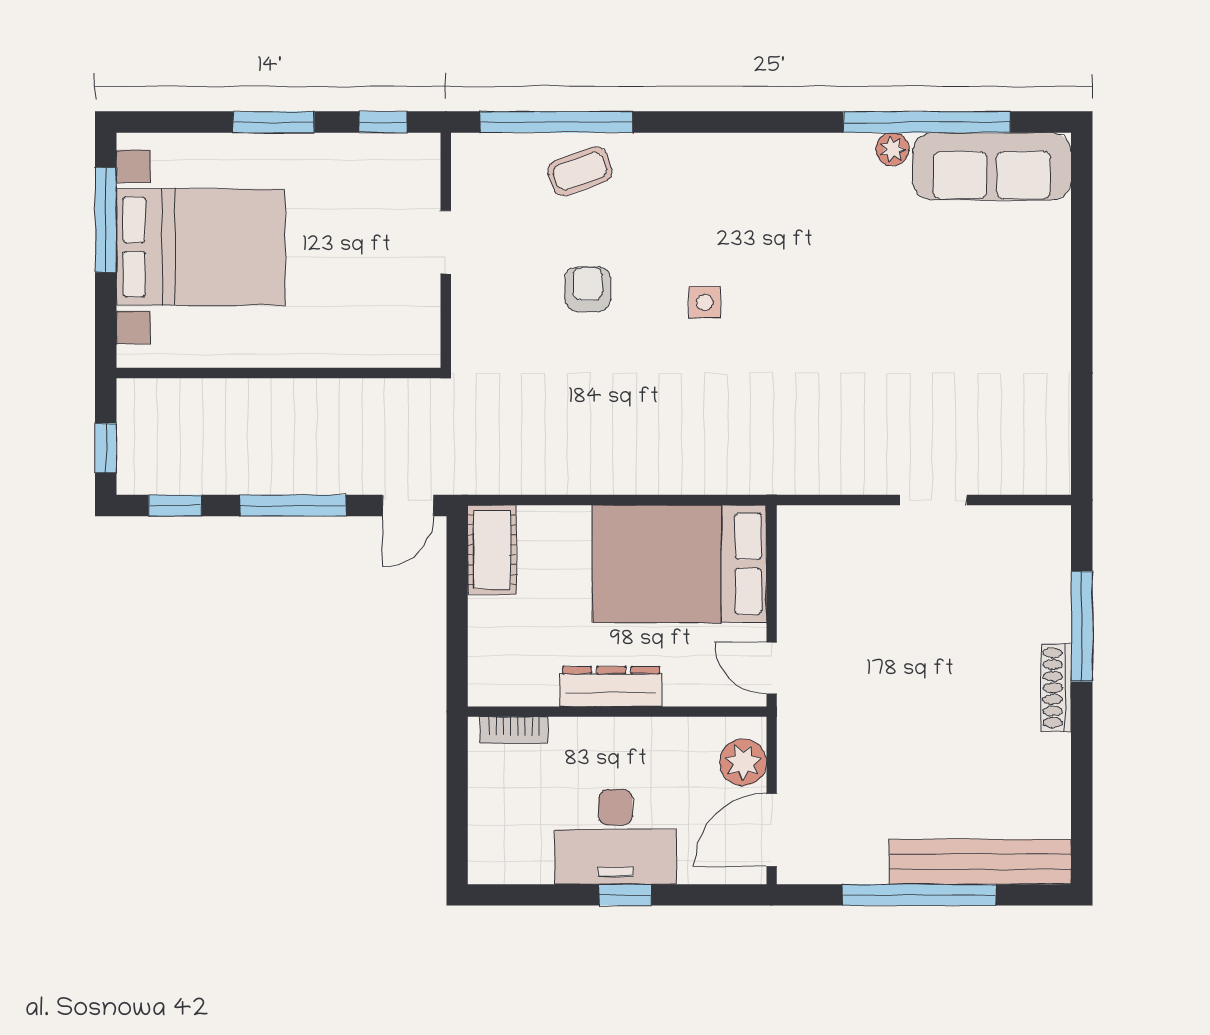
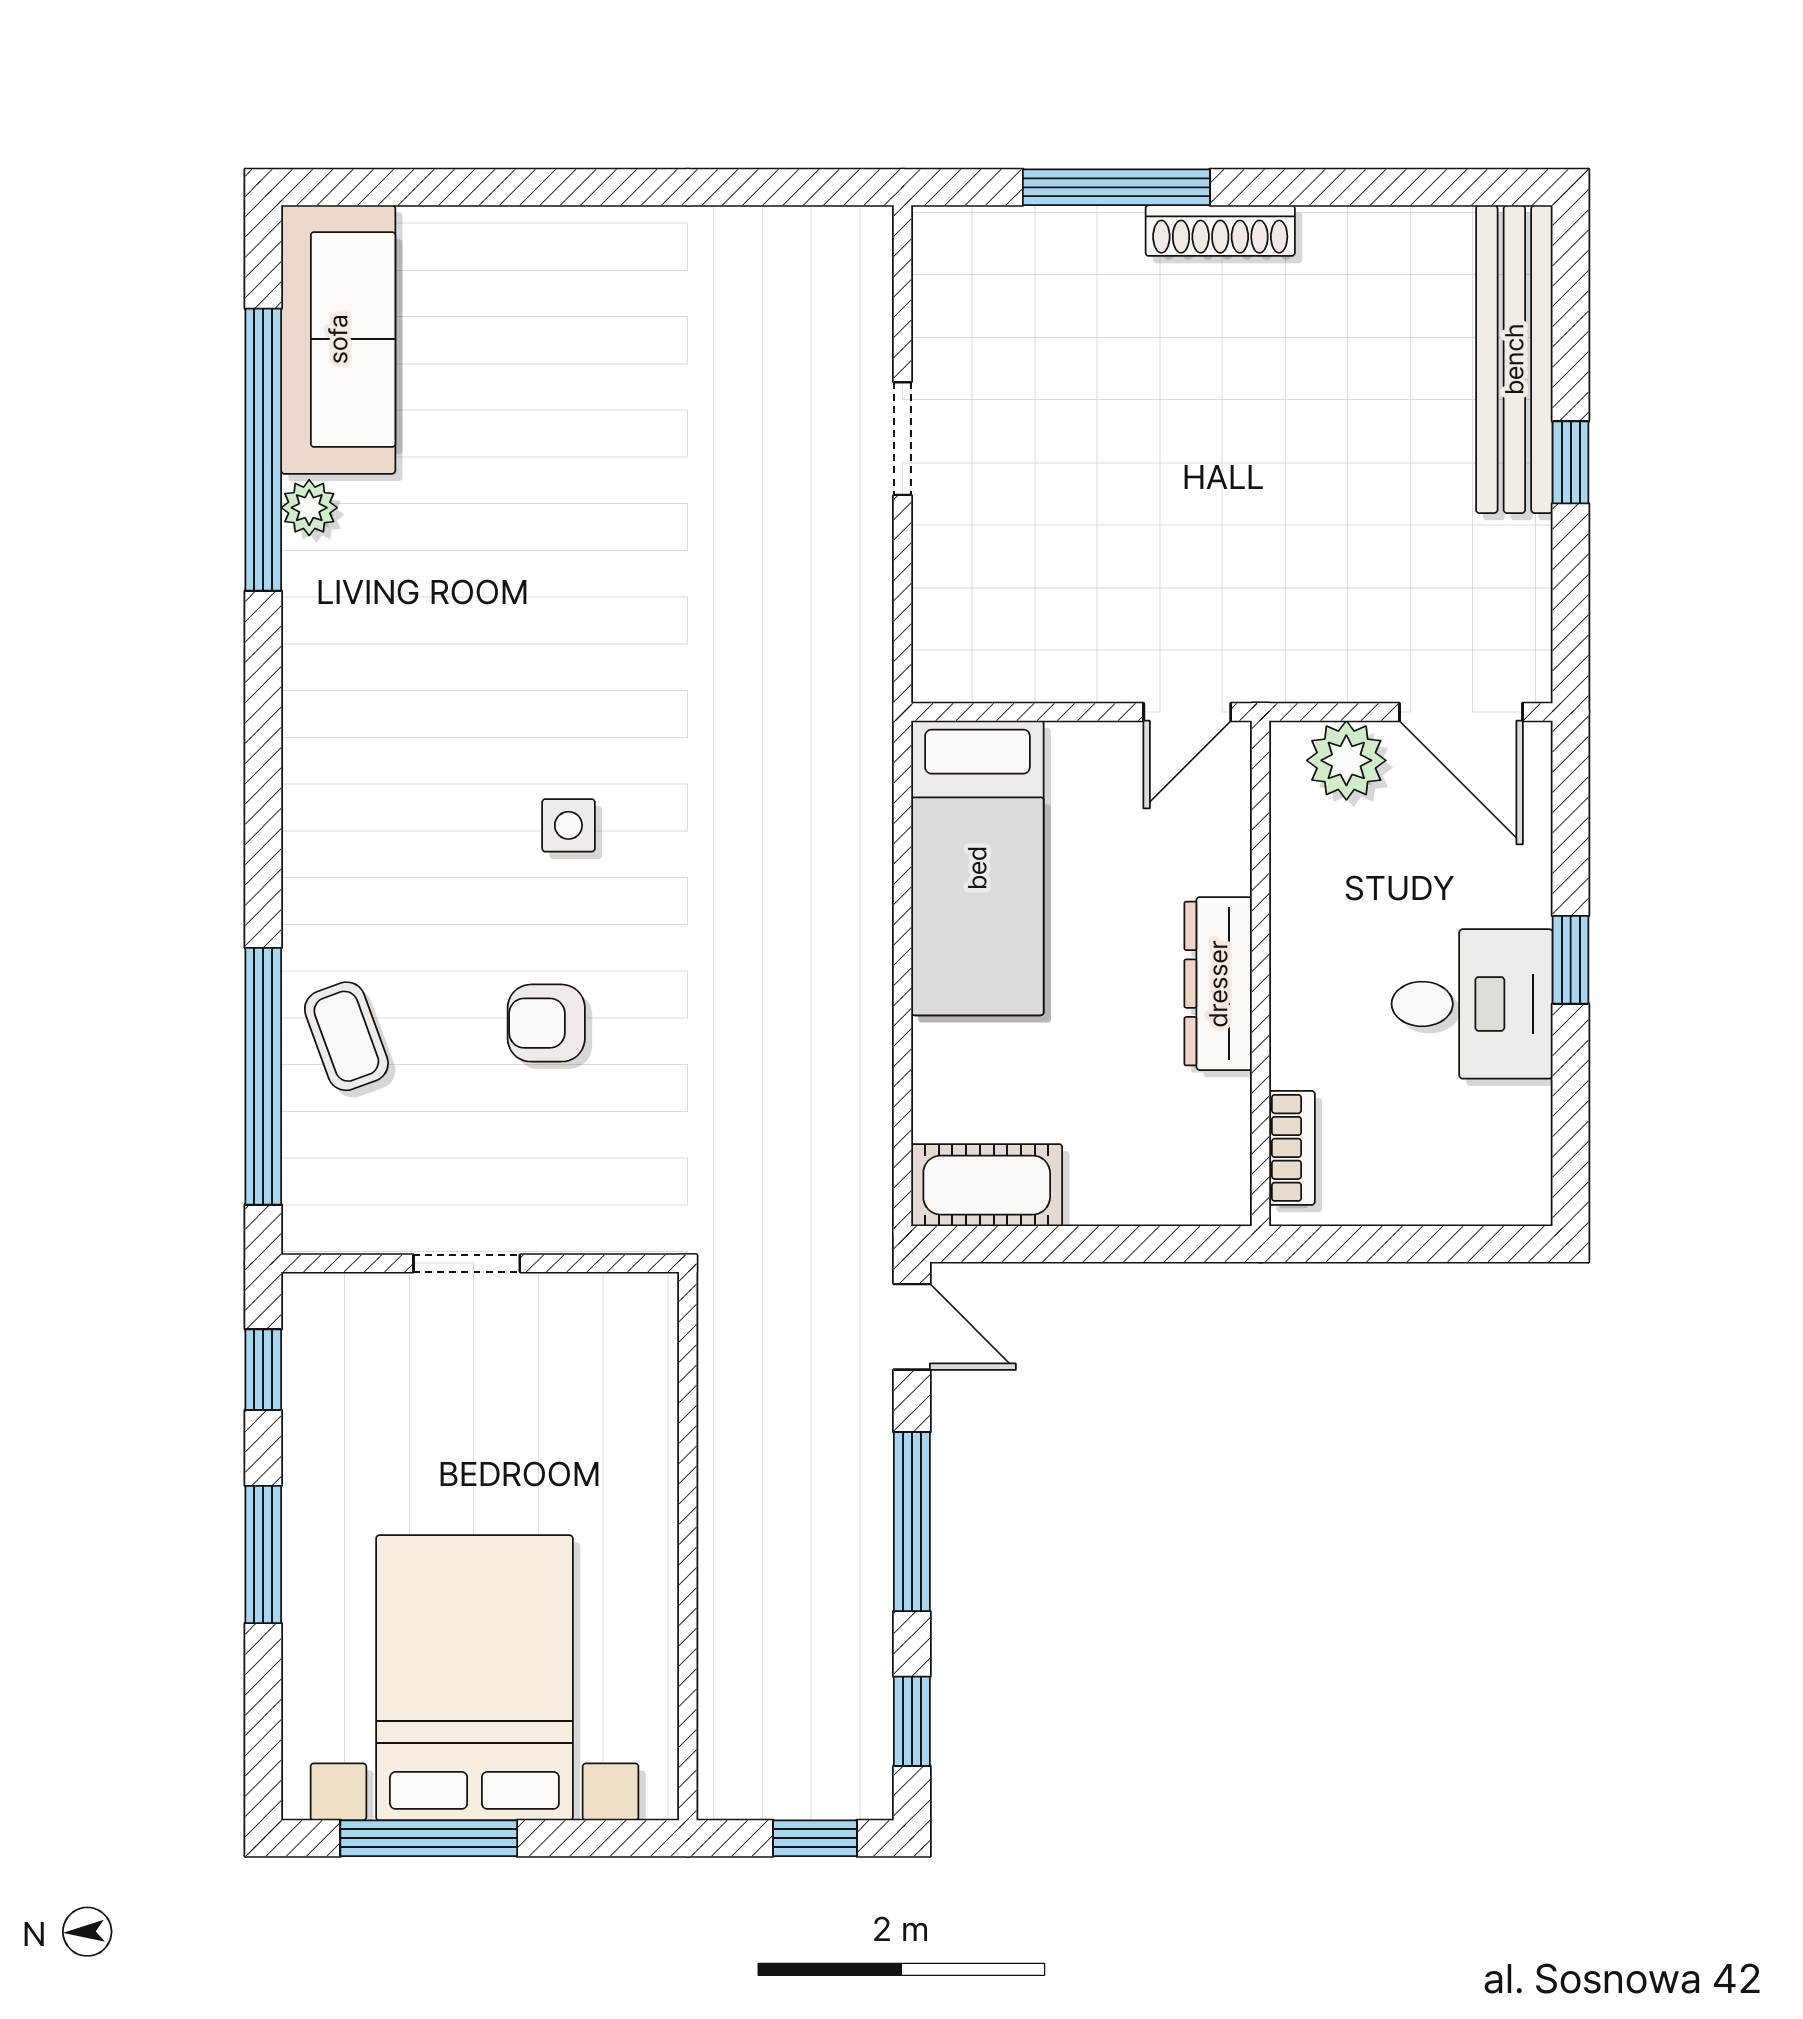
bed: (679, 564) -> (977, 868), width x0.67
desk: (616, 837) -> (1472, 1004), width x0.73
window: (919, 895) -> (1571, 462), width x0.32

